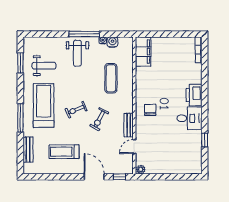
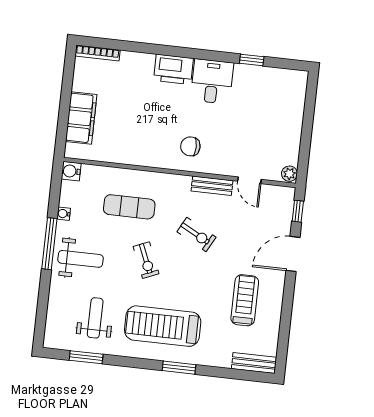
water cooler: (112, 42) -> (71, 171), moved
filing cabinet: (143, 52) -> (81, 118), moved, turned 90
exercise bike: (76, 110) -> (146, 260), moved
window: (20, 118) -> (179, 368), width x0.69
bench: (28, 150) -> (254, 363), moved
treadmill: (64, 152) -> (245, 300), turned 180

